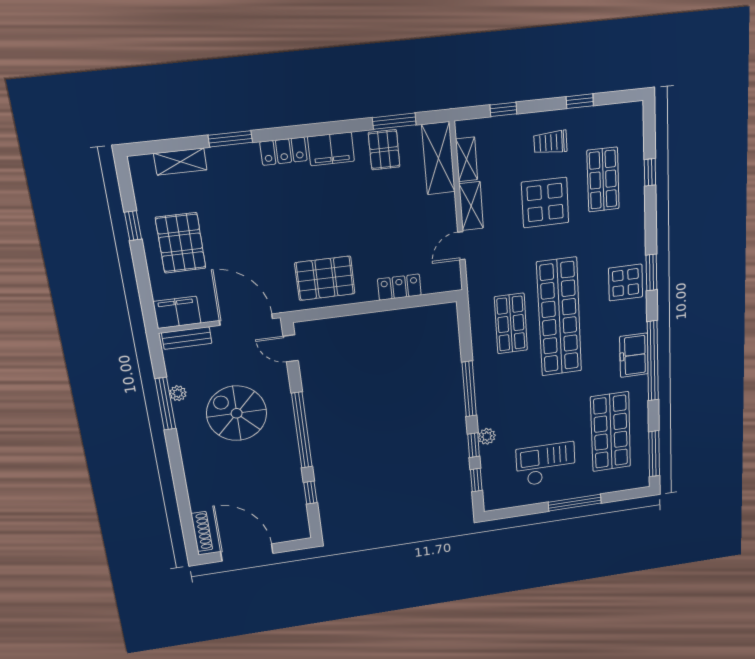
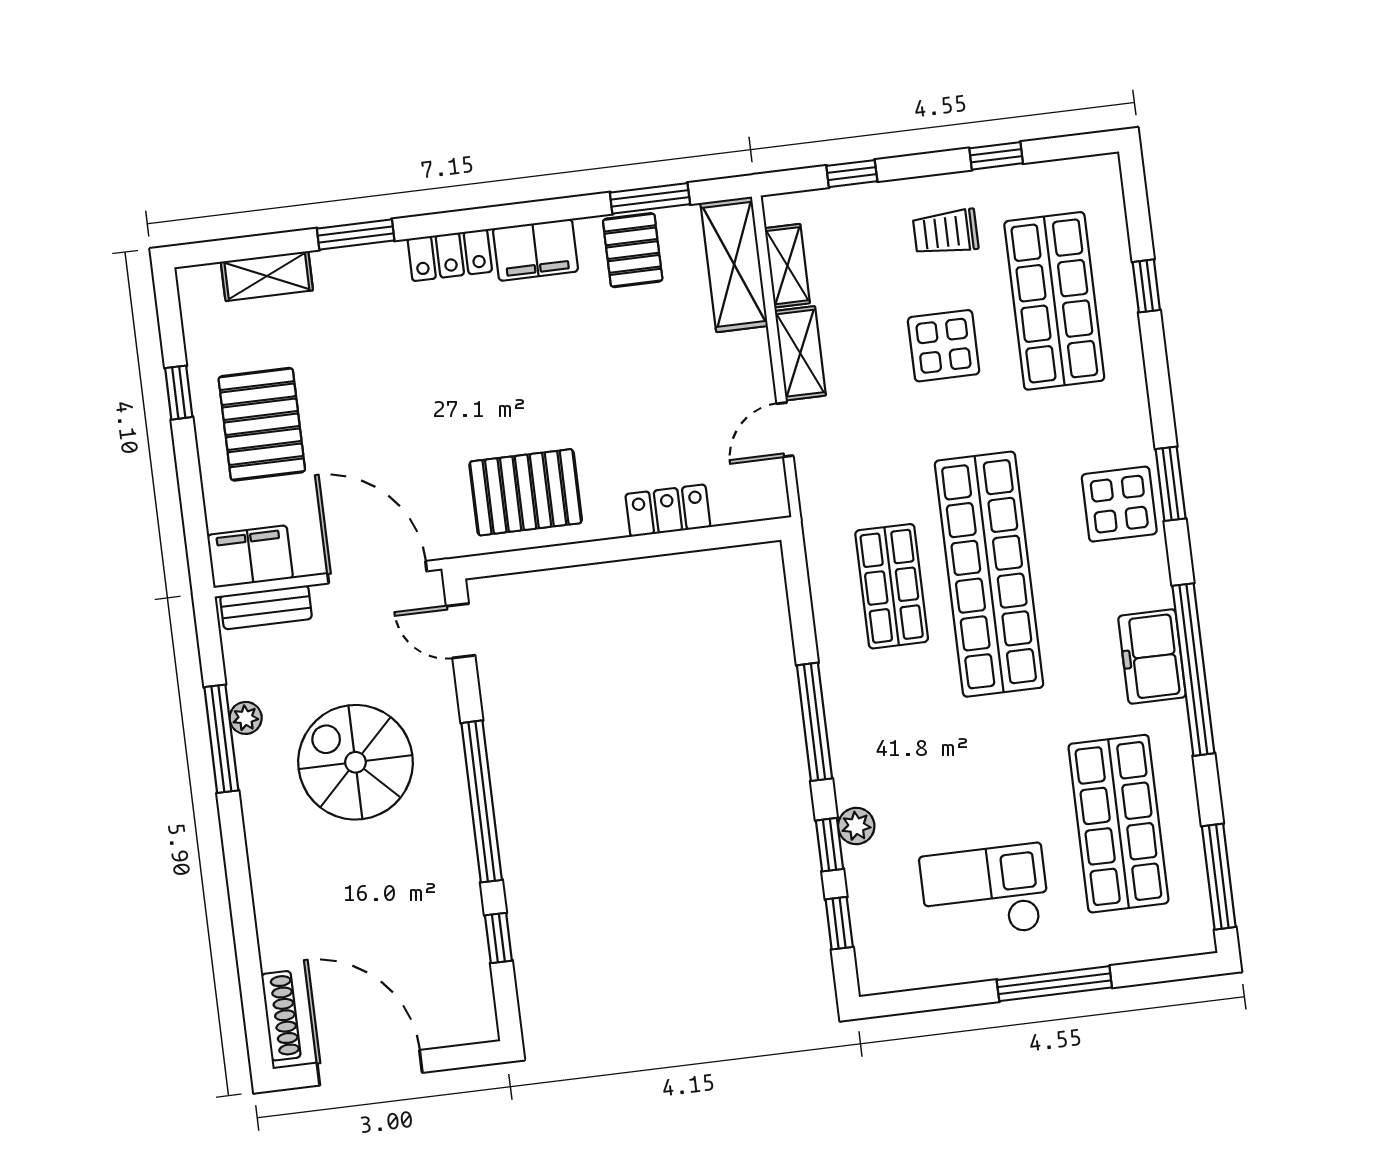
shop shelf: (603, 180) -> (1054, 301), width x1.43, depth x1.36
display table: (545, 203) -> (944, 346), width x0.73, depth x0.73

